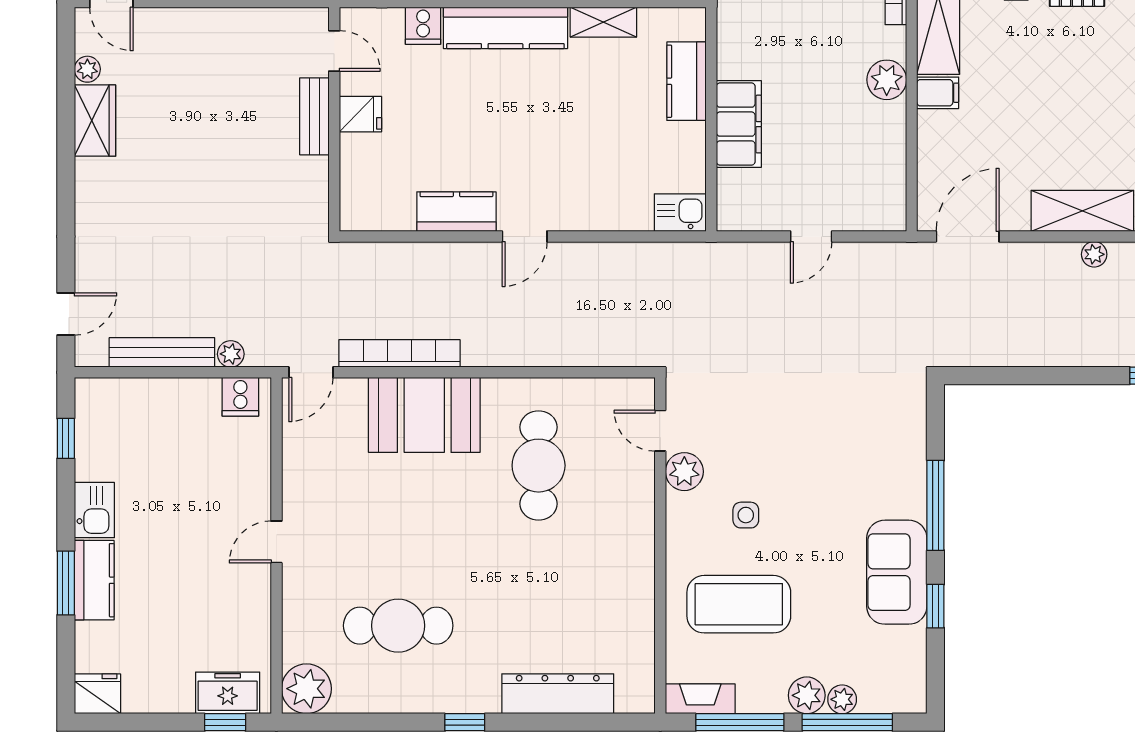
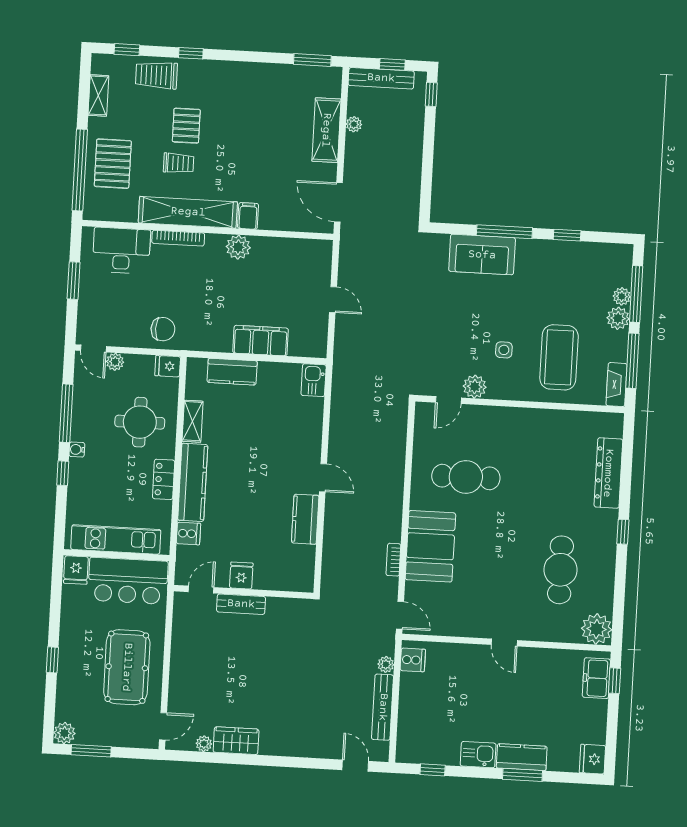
bookcase: (399, 353) -> (393, 560), width x0.43, depth x0.76
sofa: (897, 572) -> (482, 255), moved

